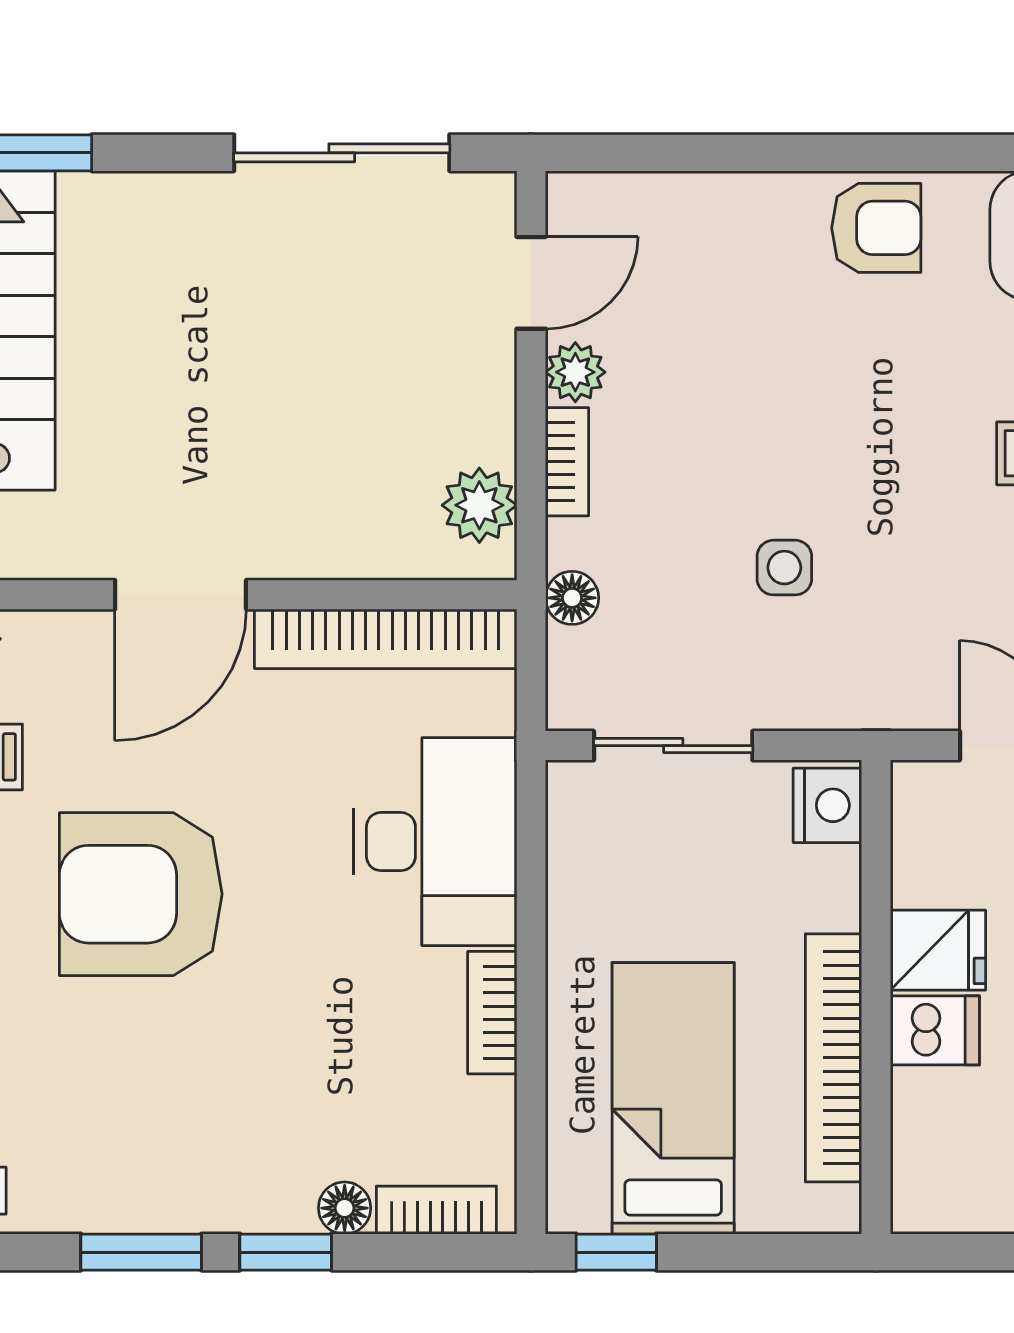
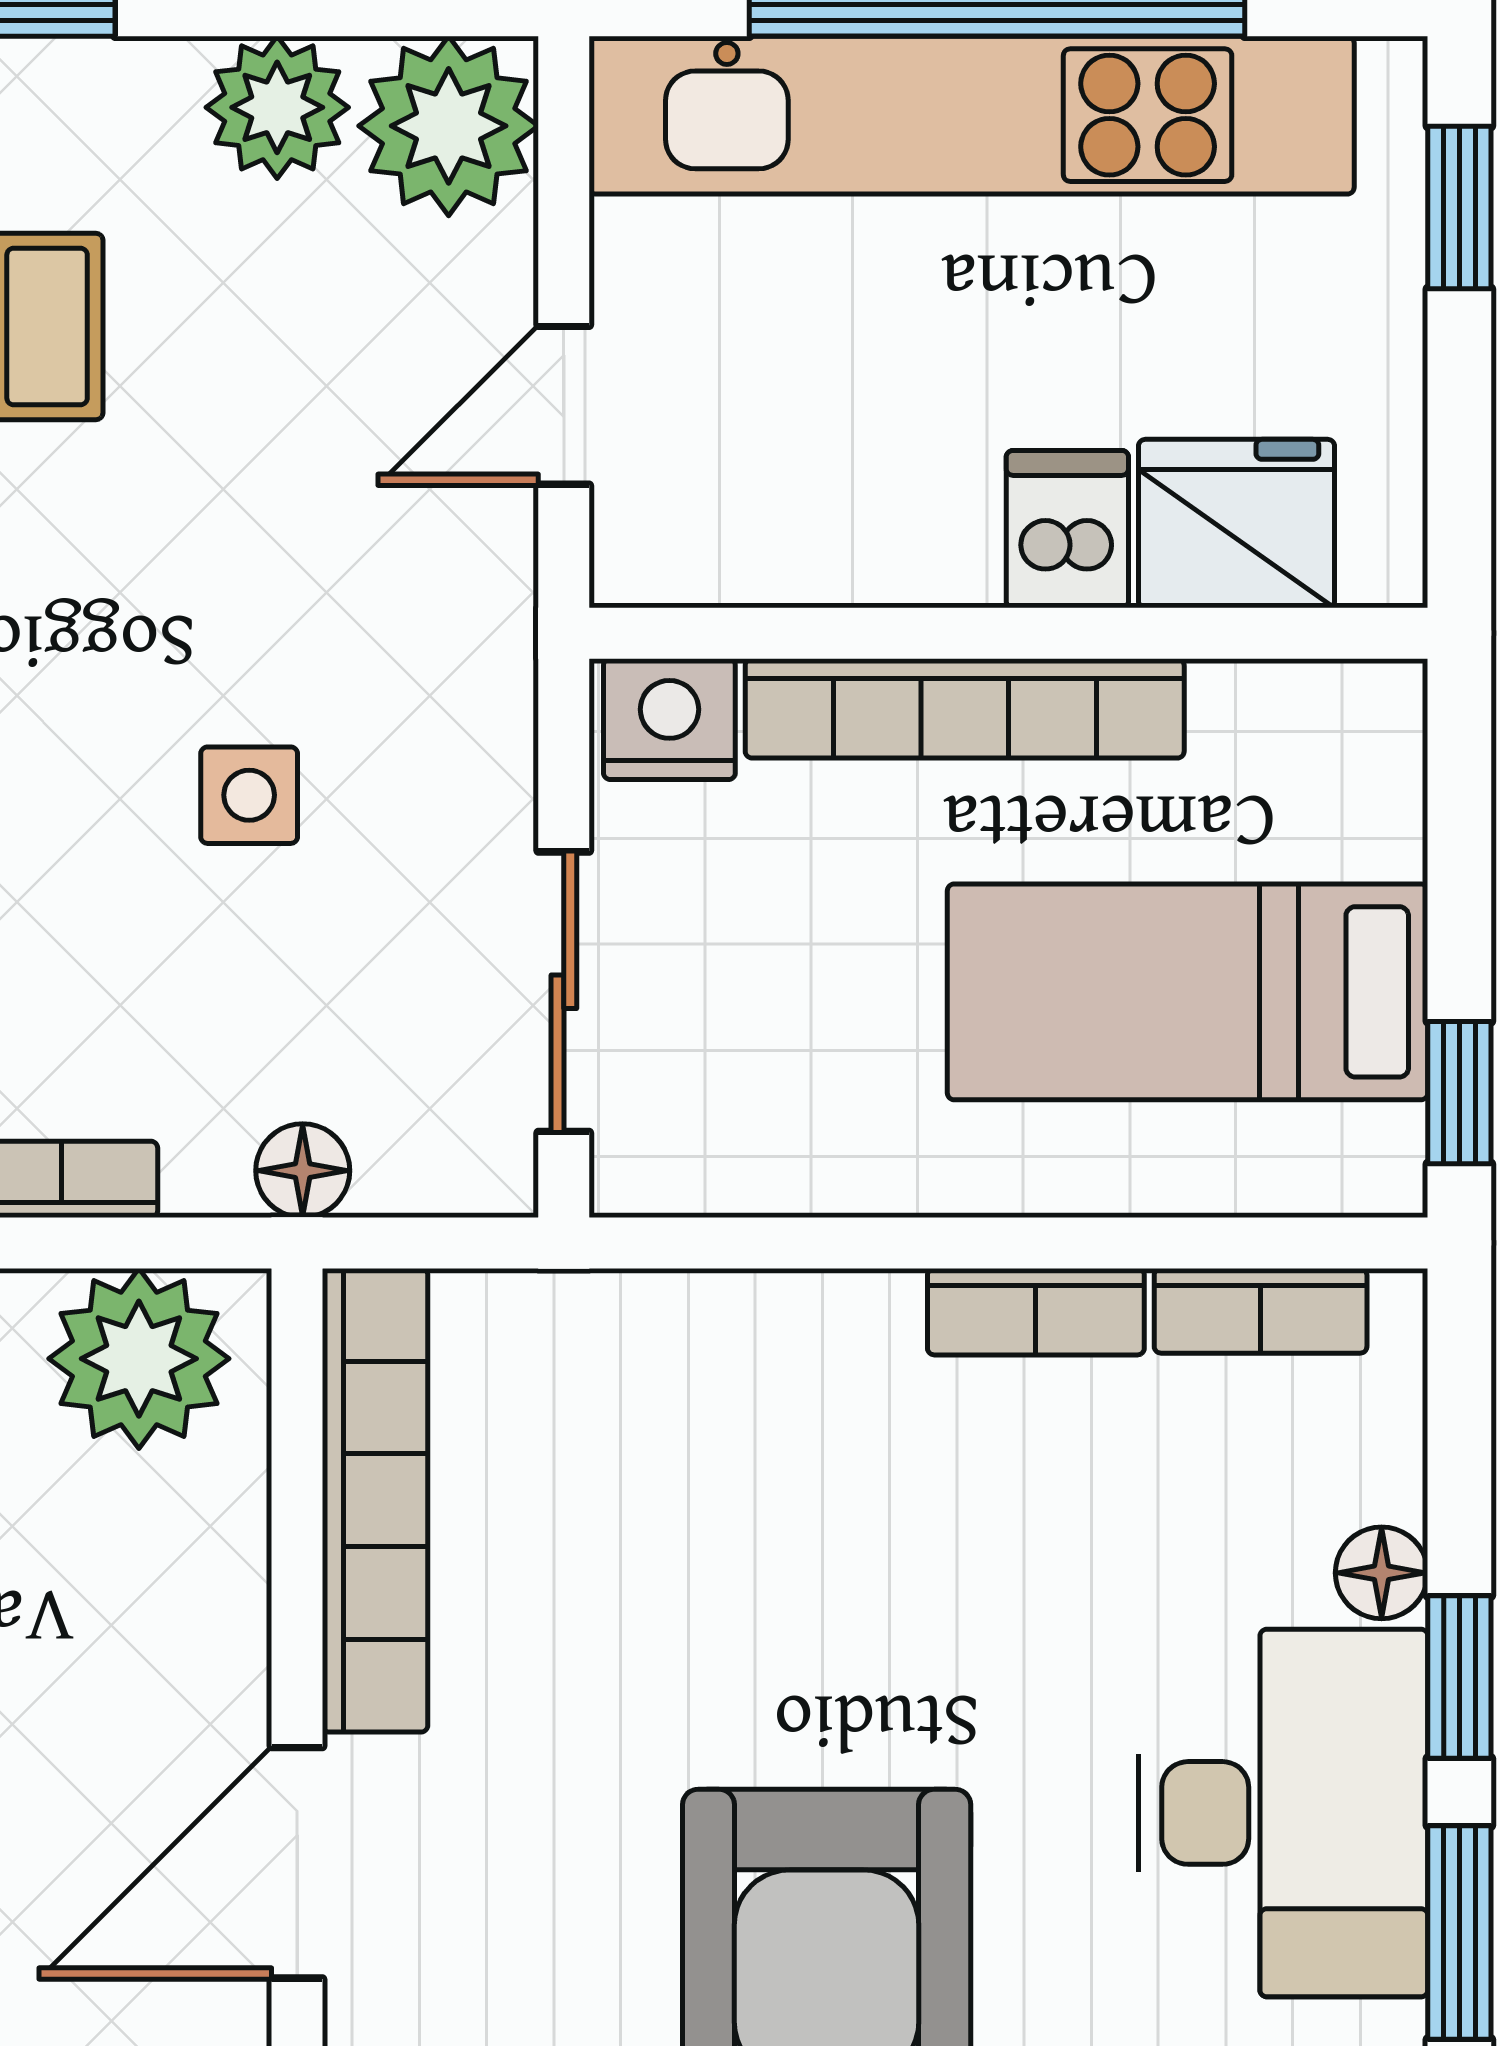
plant: (479, 505) -> (139, 1359), width x1.36, depth x1.36
door: (181, 595) -> (297, 1863), swing flipped
desk: (435, 842) -> (1283, 1813), moved, turned 90
fridge: (938, 950) -> (1236, 524), moved, width x1.38
bookcase: (833, 1058) -> (965, 708), moved
bookcase: (436, 1210) -> (1261, 1311), moved, turned -90

